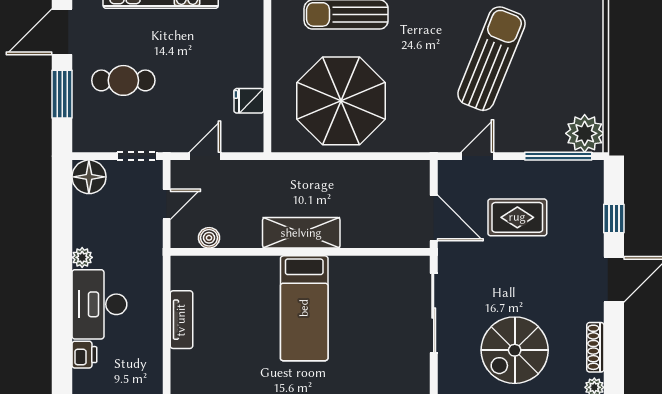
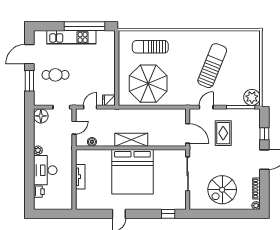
fridge: (249, 101) -> (109, 100), moved
rug: (517, 217) -> (223, 133), turned 90
bed: (304, 308) -> (132, 172), width x2.04

